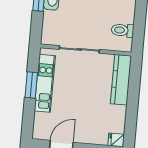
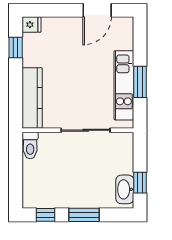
toilet: (123, 30) -> (30, 145), moved, turned 90
window: (131, 122) -> (16, 48), added

